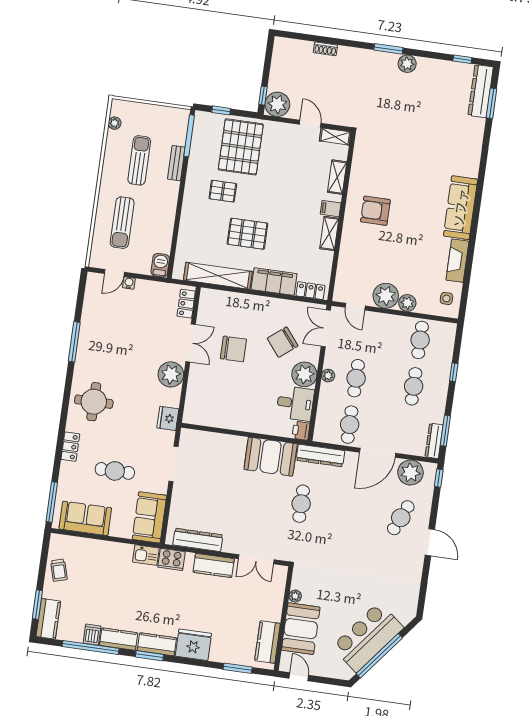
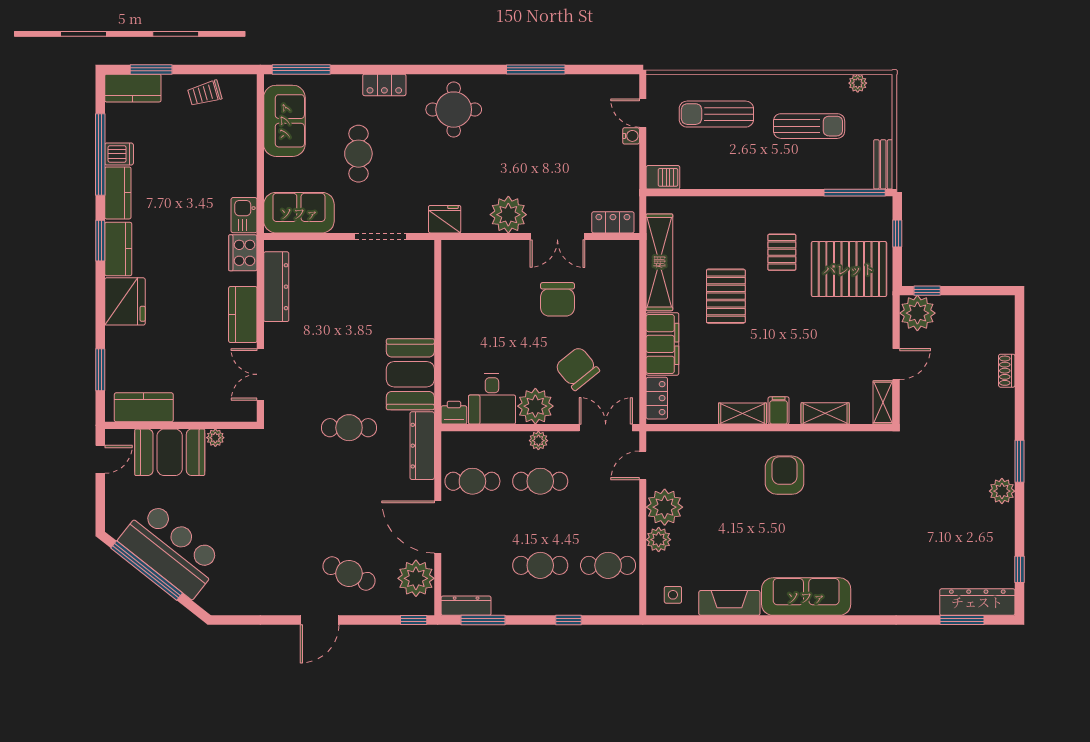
bench: (176, 163) -> (883, 164), moved, turned 90

